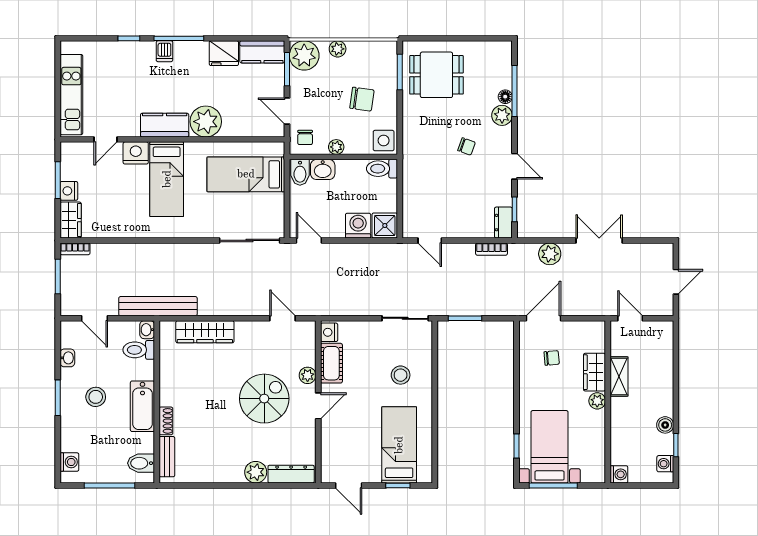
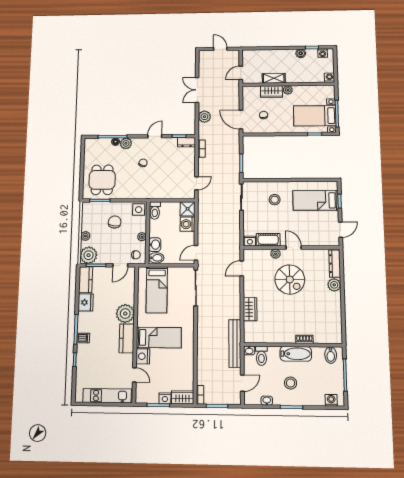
wardrobe: (205, 332) -> (250, 309), width x0.67
spiral stairs: (264, 399) -> (290, 280), turned 180
bench: (167, 457) -> (326, 339), removed

